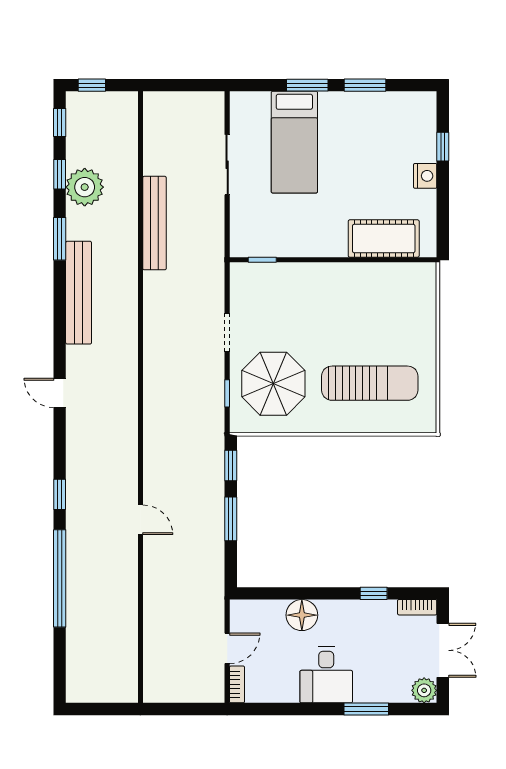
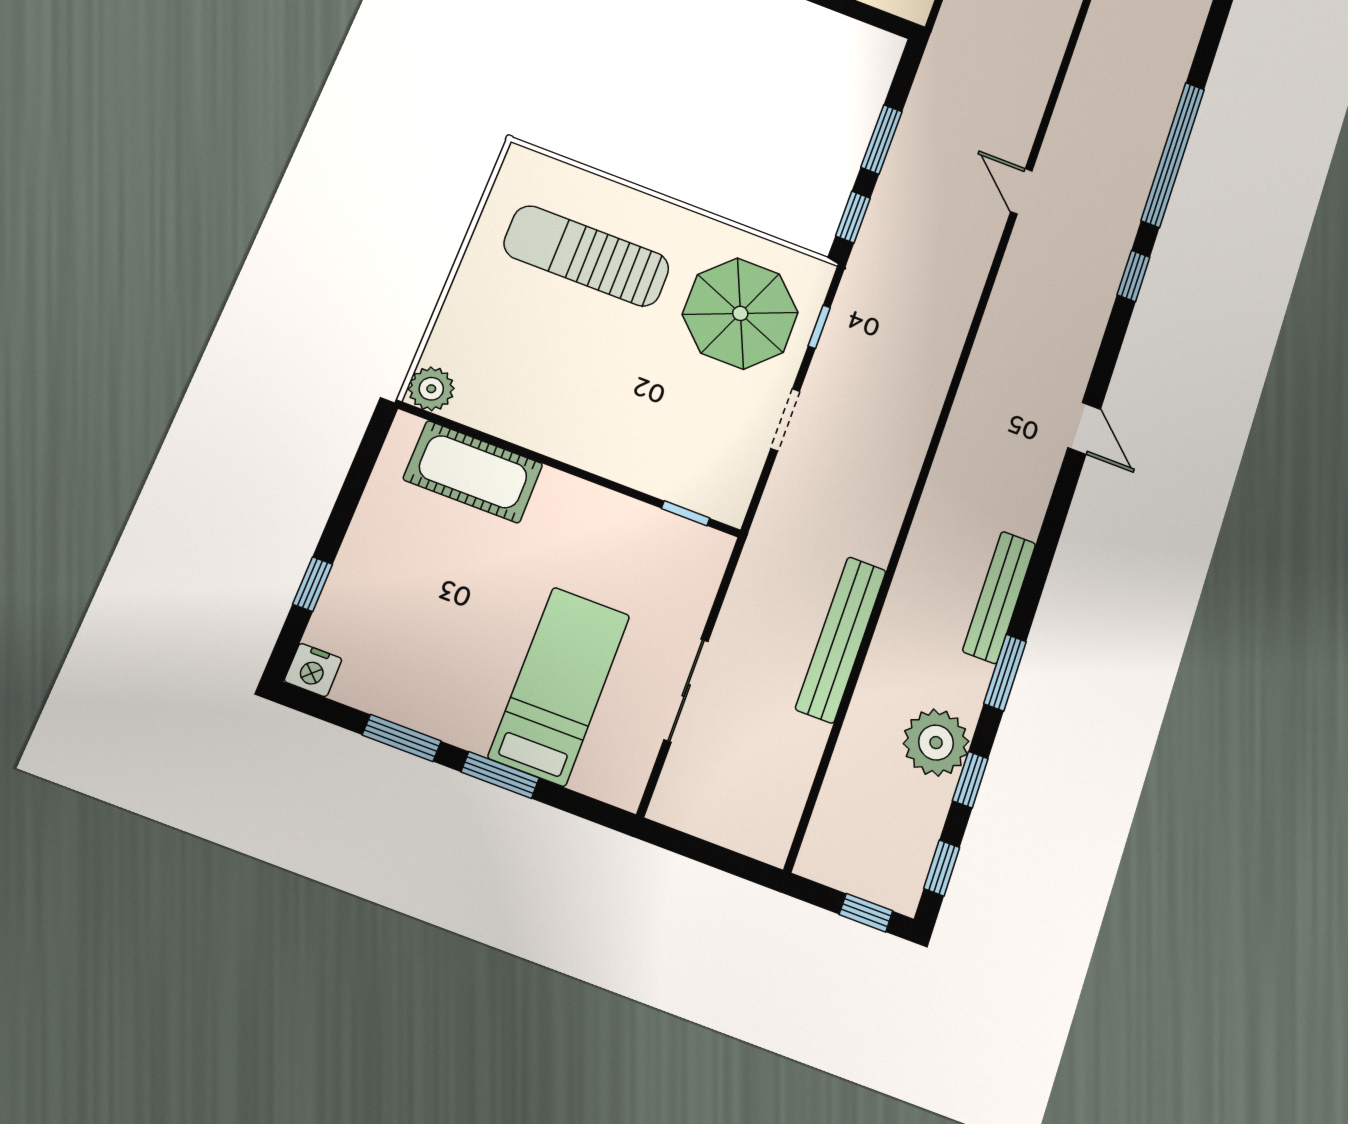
nightstand: (425, 176) -> (313, 670), moved, turned -90
plant: (424, 275) -> (431, 389), added
bench: (79, 293) -> (999, 597), width x0.73, depth x0.82

